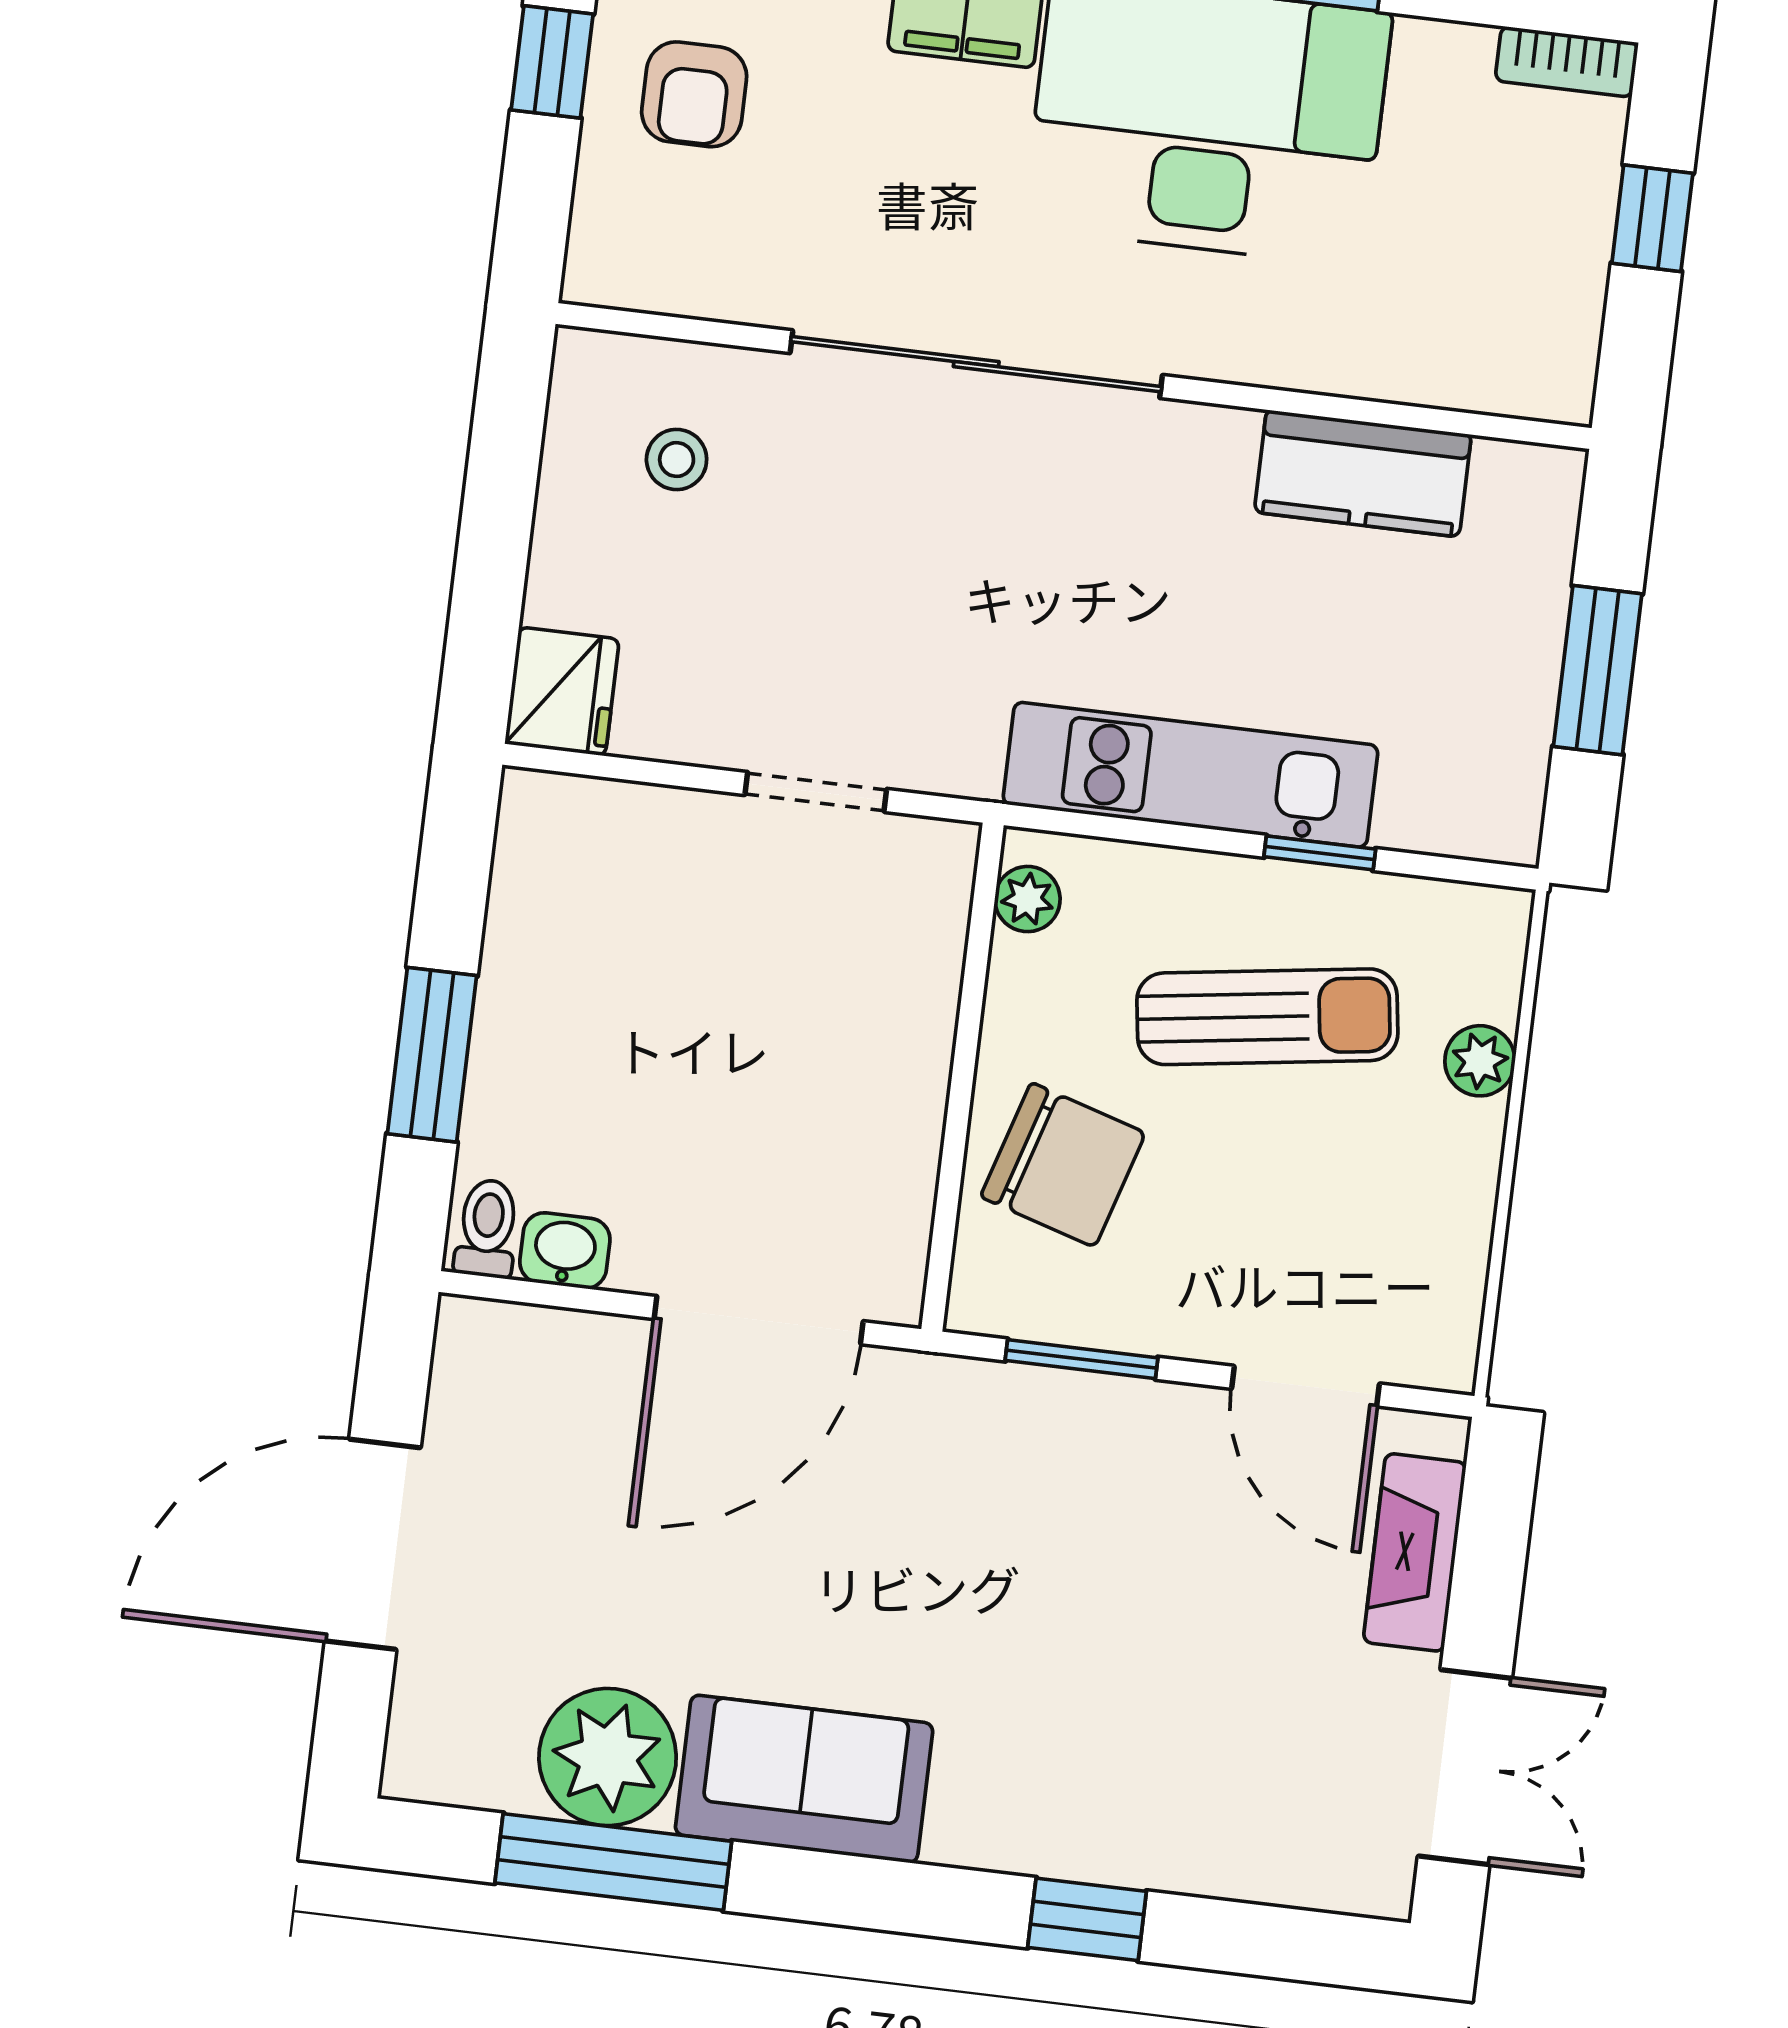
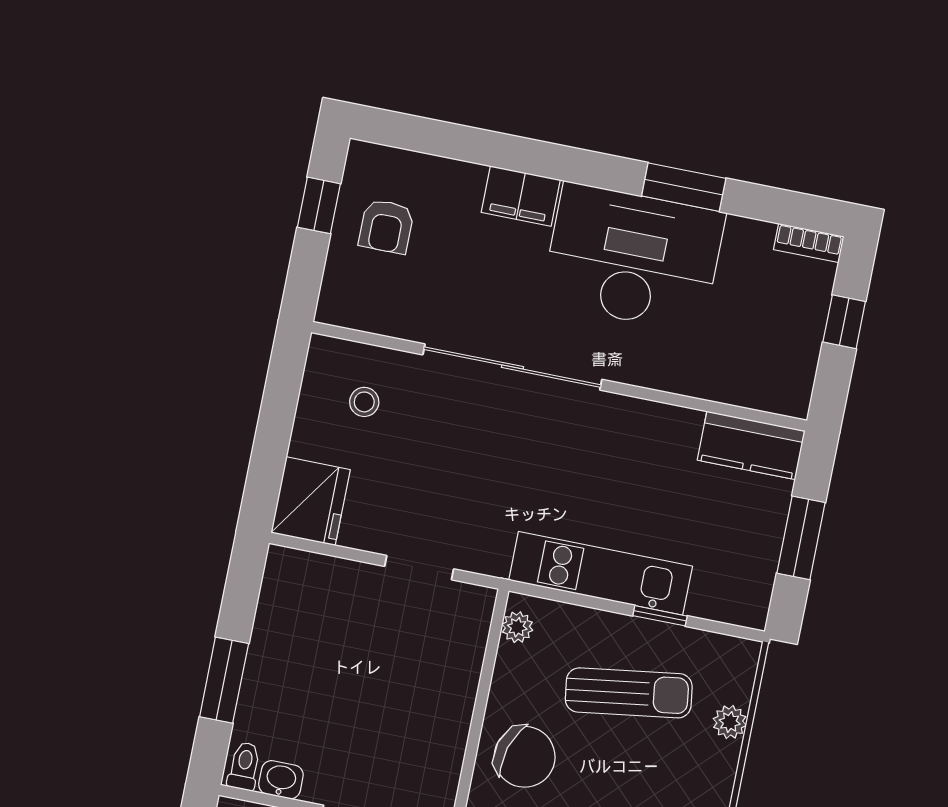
kitchen counter: (1363, 473) -> (751, 445), moved
fridge: (562, 691) -> (311, 501), width x1.36, depth x1.34

